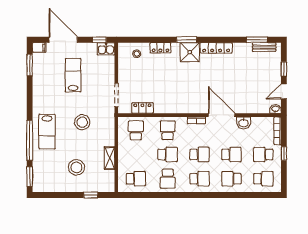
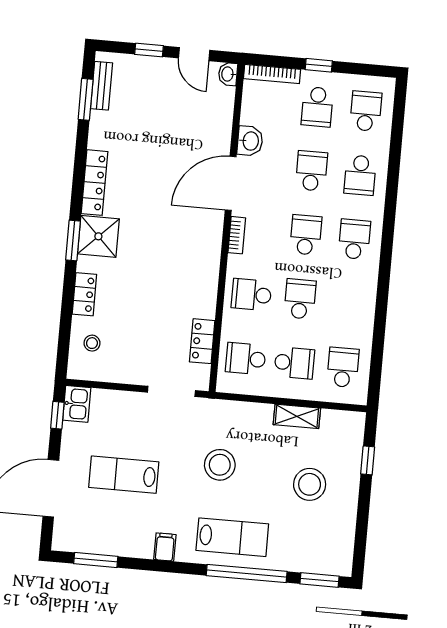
filing cabinet: (39, 48) -> (165, 547), moved
school desk: (168, 179) -> (294, 363), moved

